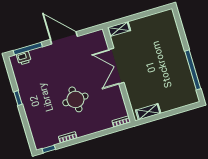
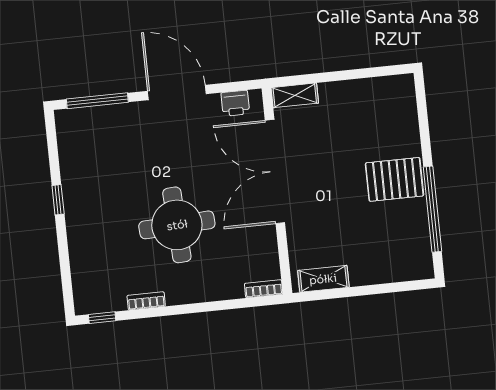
printer: (24, 58) -> (235, 103), moved
pallet: (173, 59) -> (394, 179), added
double door: (116, 66) -> (275, 171), width x1.36
round table: (75, 99) -> (177, 225), width x1.36, depth x1.36

